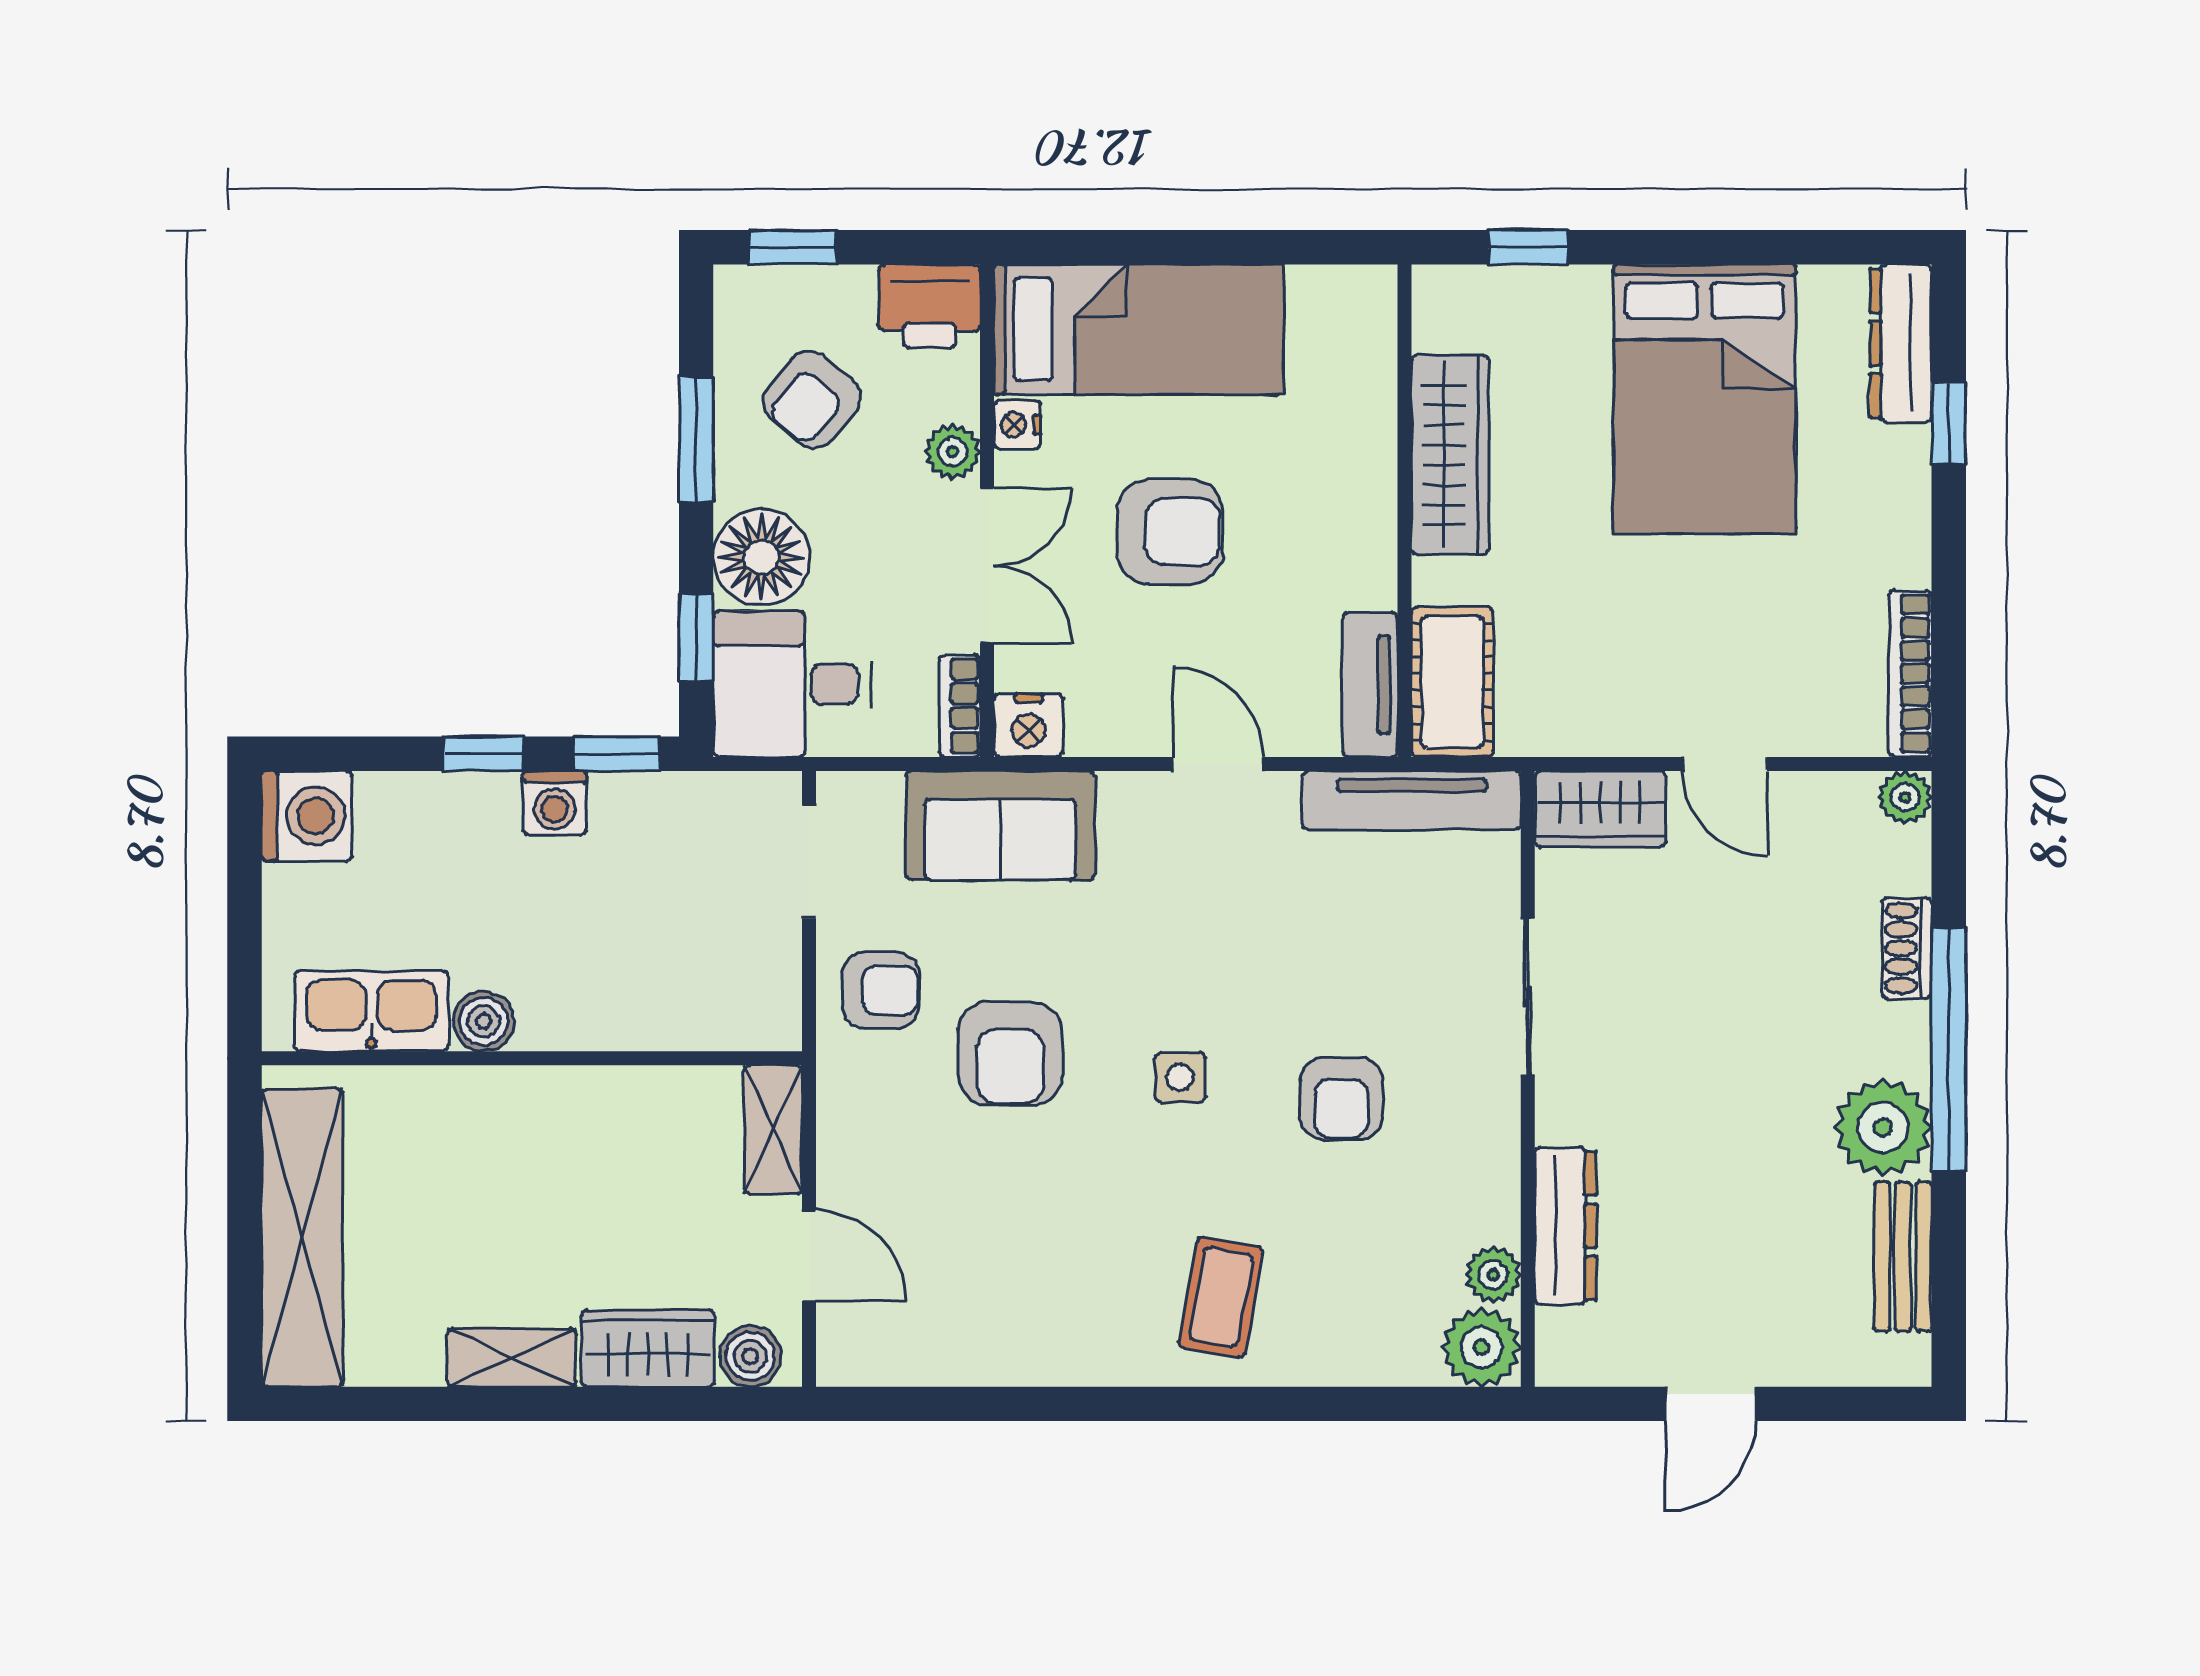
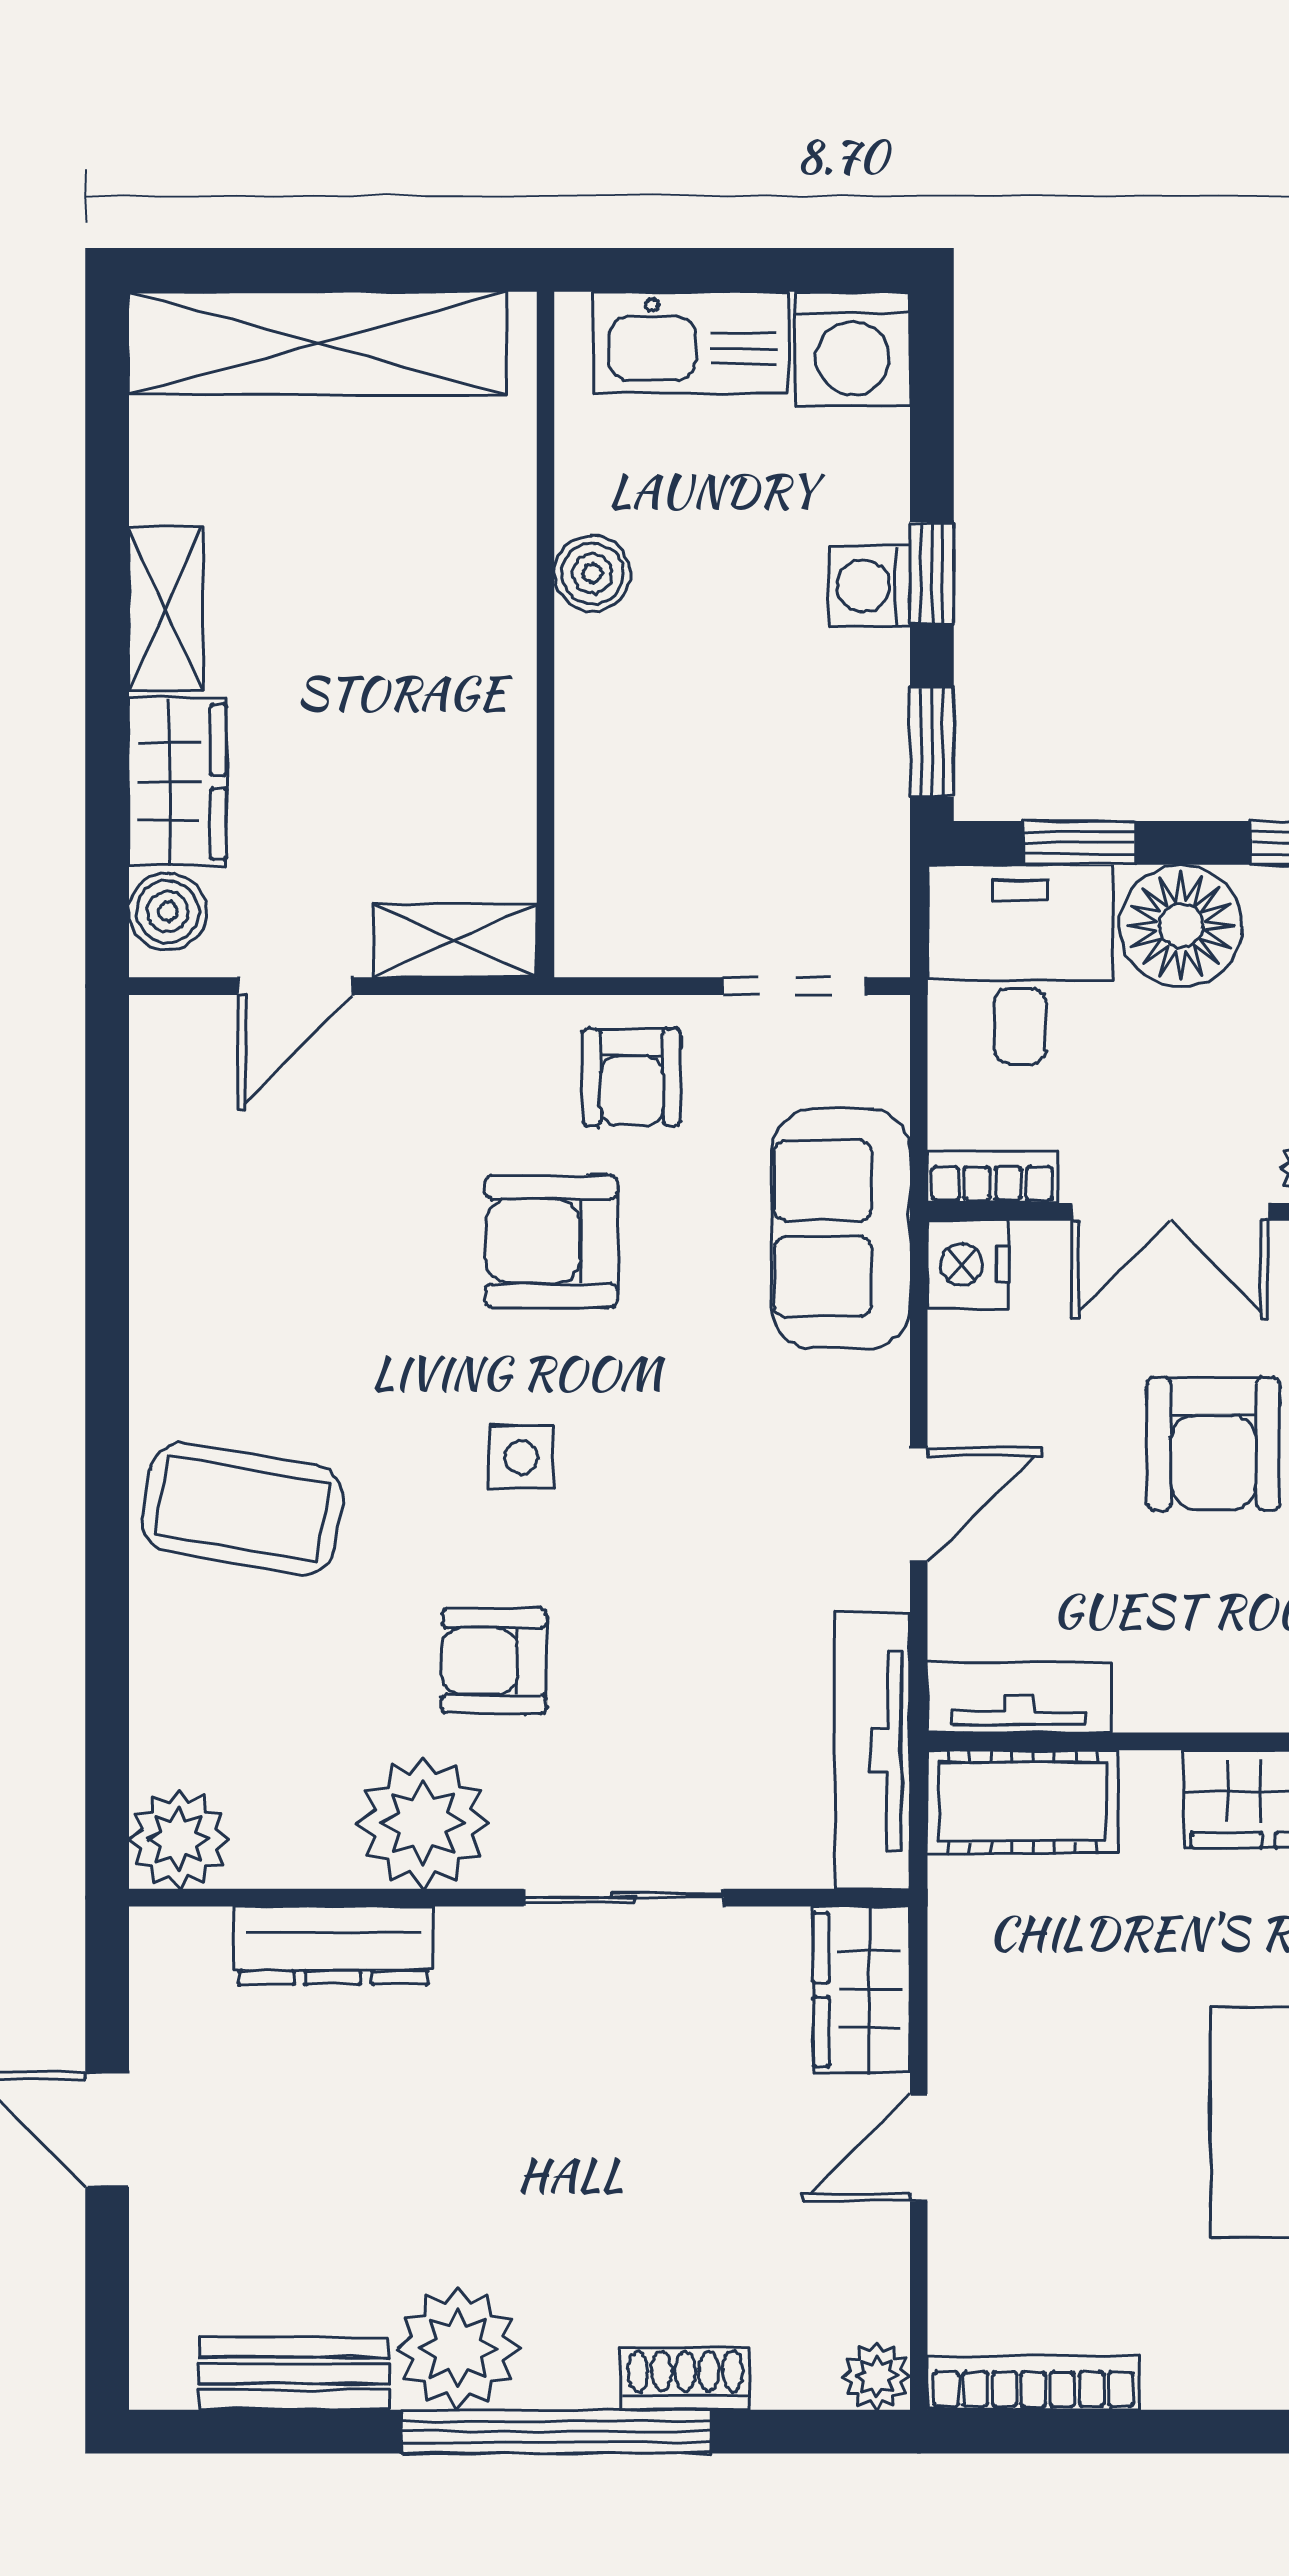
washing machine: (555, 803) -> (870, 586), moved
kitchen sink: (371, 1011) -> (691, 343), moved, turned 90
plant: (1493, 1275) -> (423, 1823), moved, width x1.88, depth x1.88
coffee table: (1221, 1297) -> (242, 1509), width x1.36, depth x1.30

